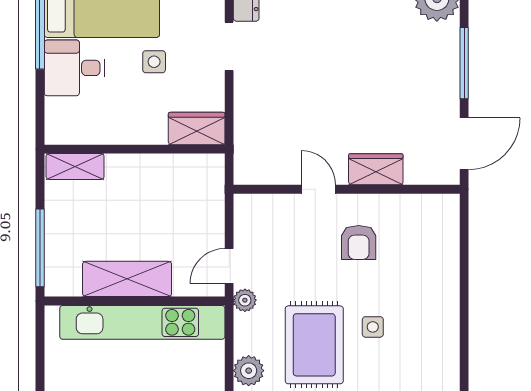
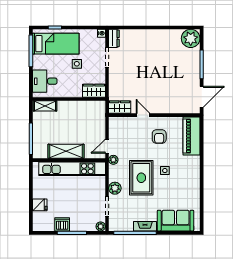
desk: (74, 68) -> (45, 81), moved
wardrobe: (376, 169) -> (120, 107), moved
piano: (439, 241) -> (192, 136), added

